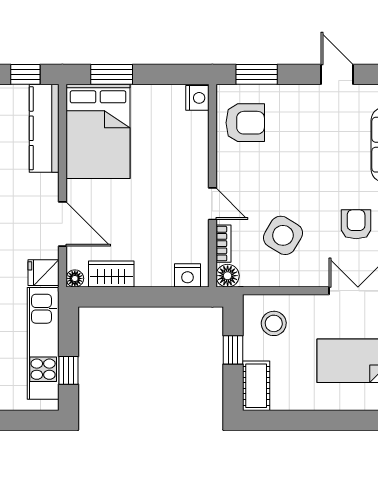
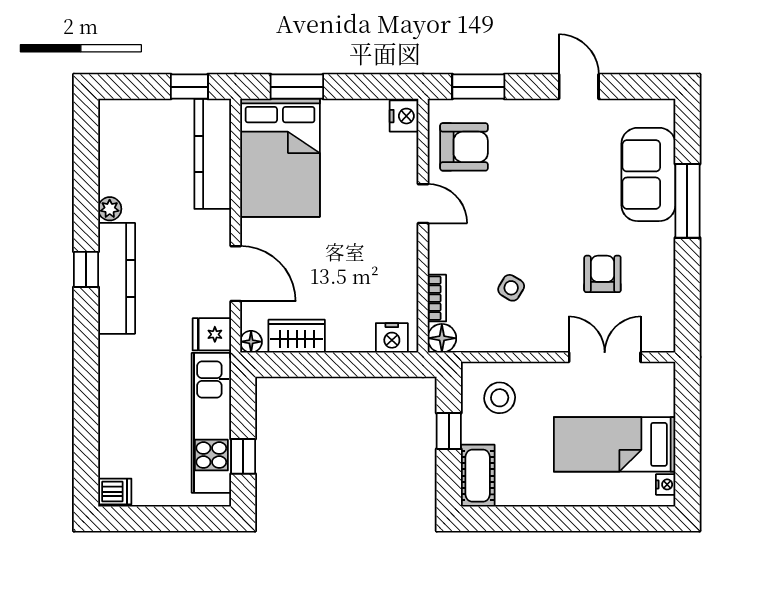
door: (212, 204) -> (423, 204), moved
side table: (283, 235) -> (511, 288), width x0.54, depth x0.54

